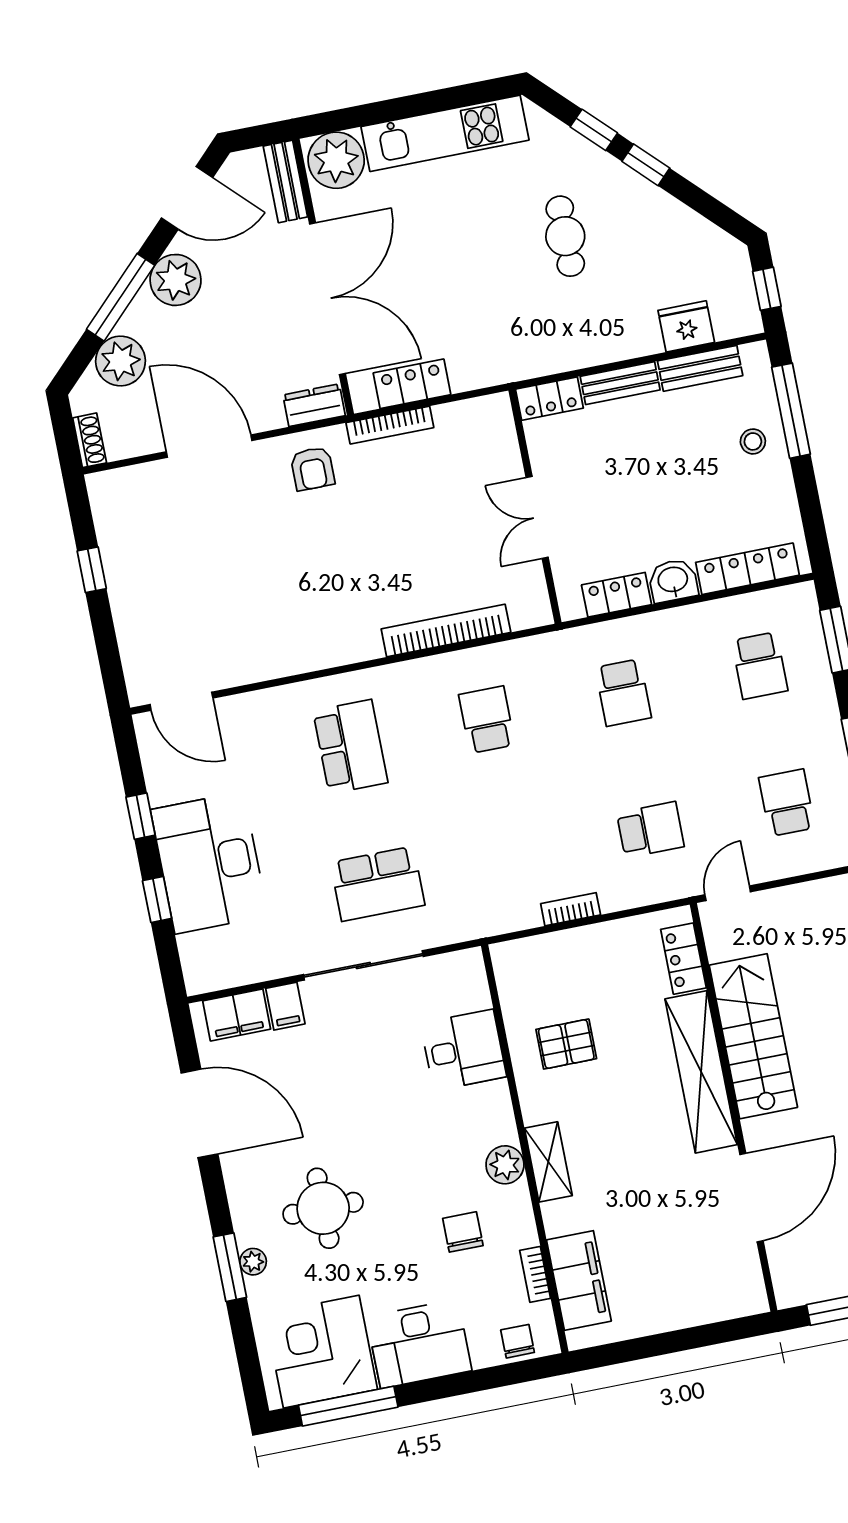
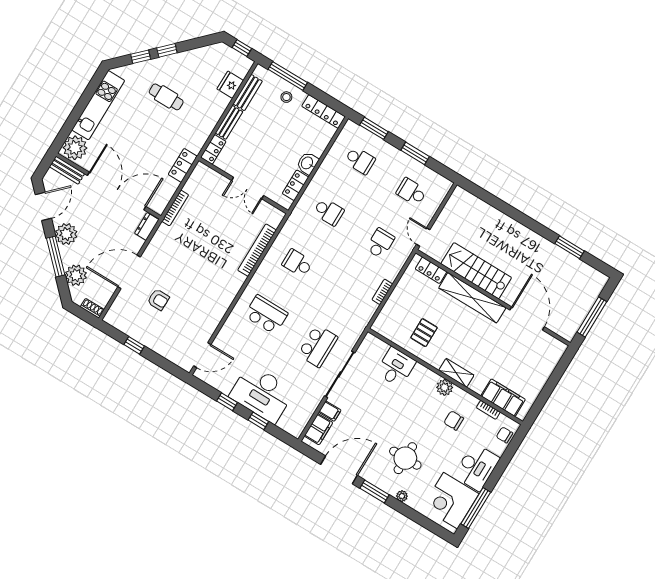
locker: (412, 384) -> (183, 165), moved
armchair: (312, 469) -> (158, 300), moved
locker: (747, 569) -> (324, 111), moved, turned -90
window: (230, 1267) -> (375, 491), moved

